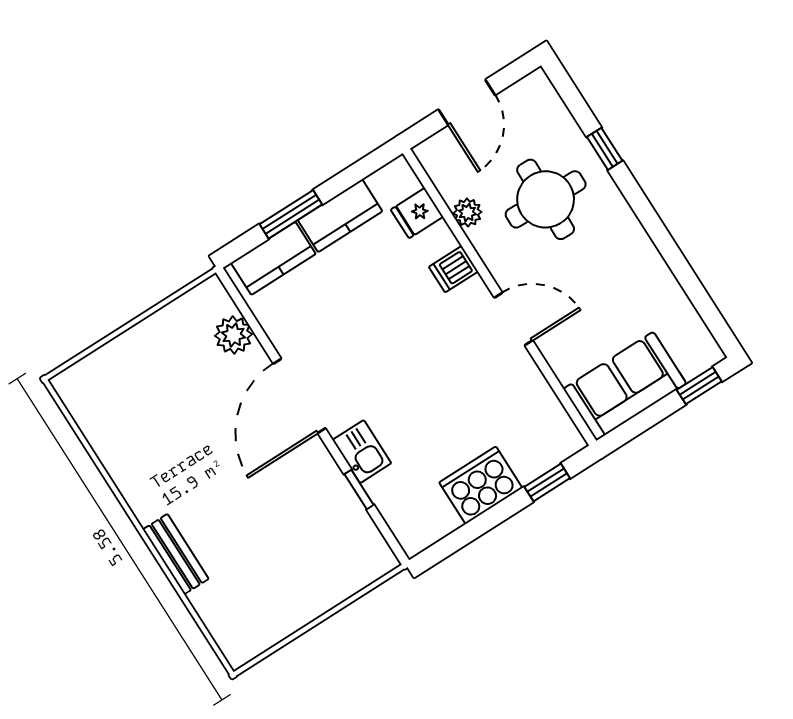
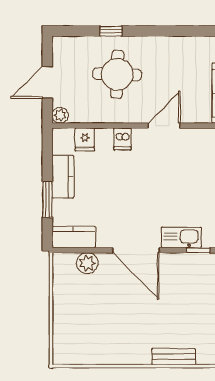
door: (467, 102) -> (47, 82), swing flipped
plant: (467, 212) -> (60, 115), moved
kitchen counter: (273, 258) -> (74, 237), moved, turned -90
kitchen sink: (362, 452) -> (181, 237), width x1.38

